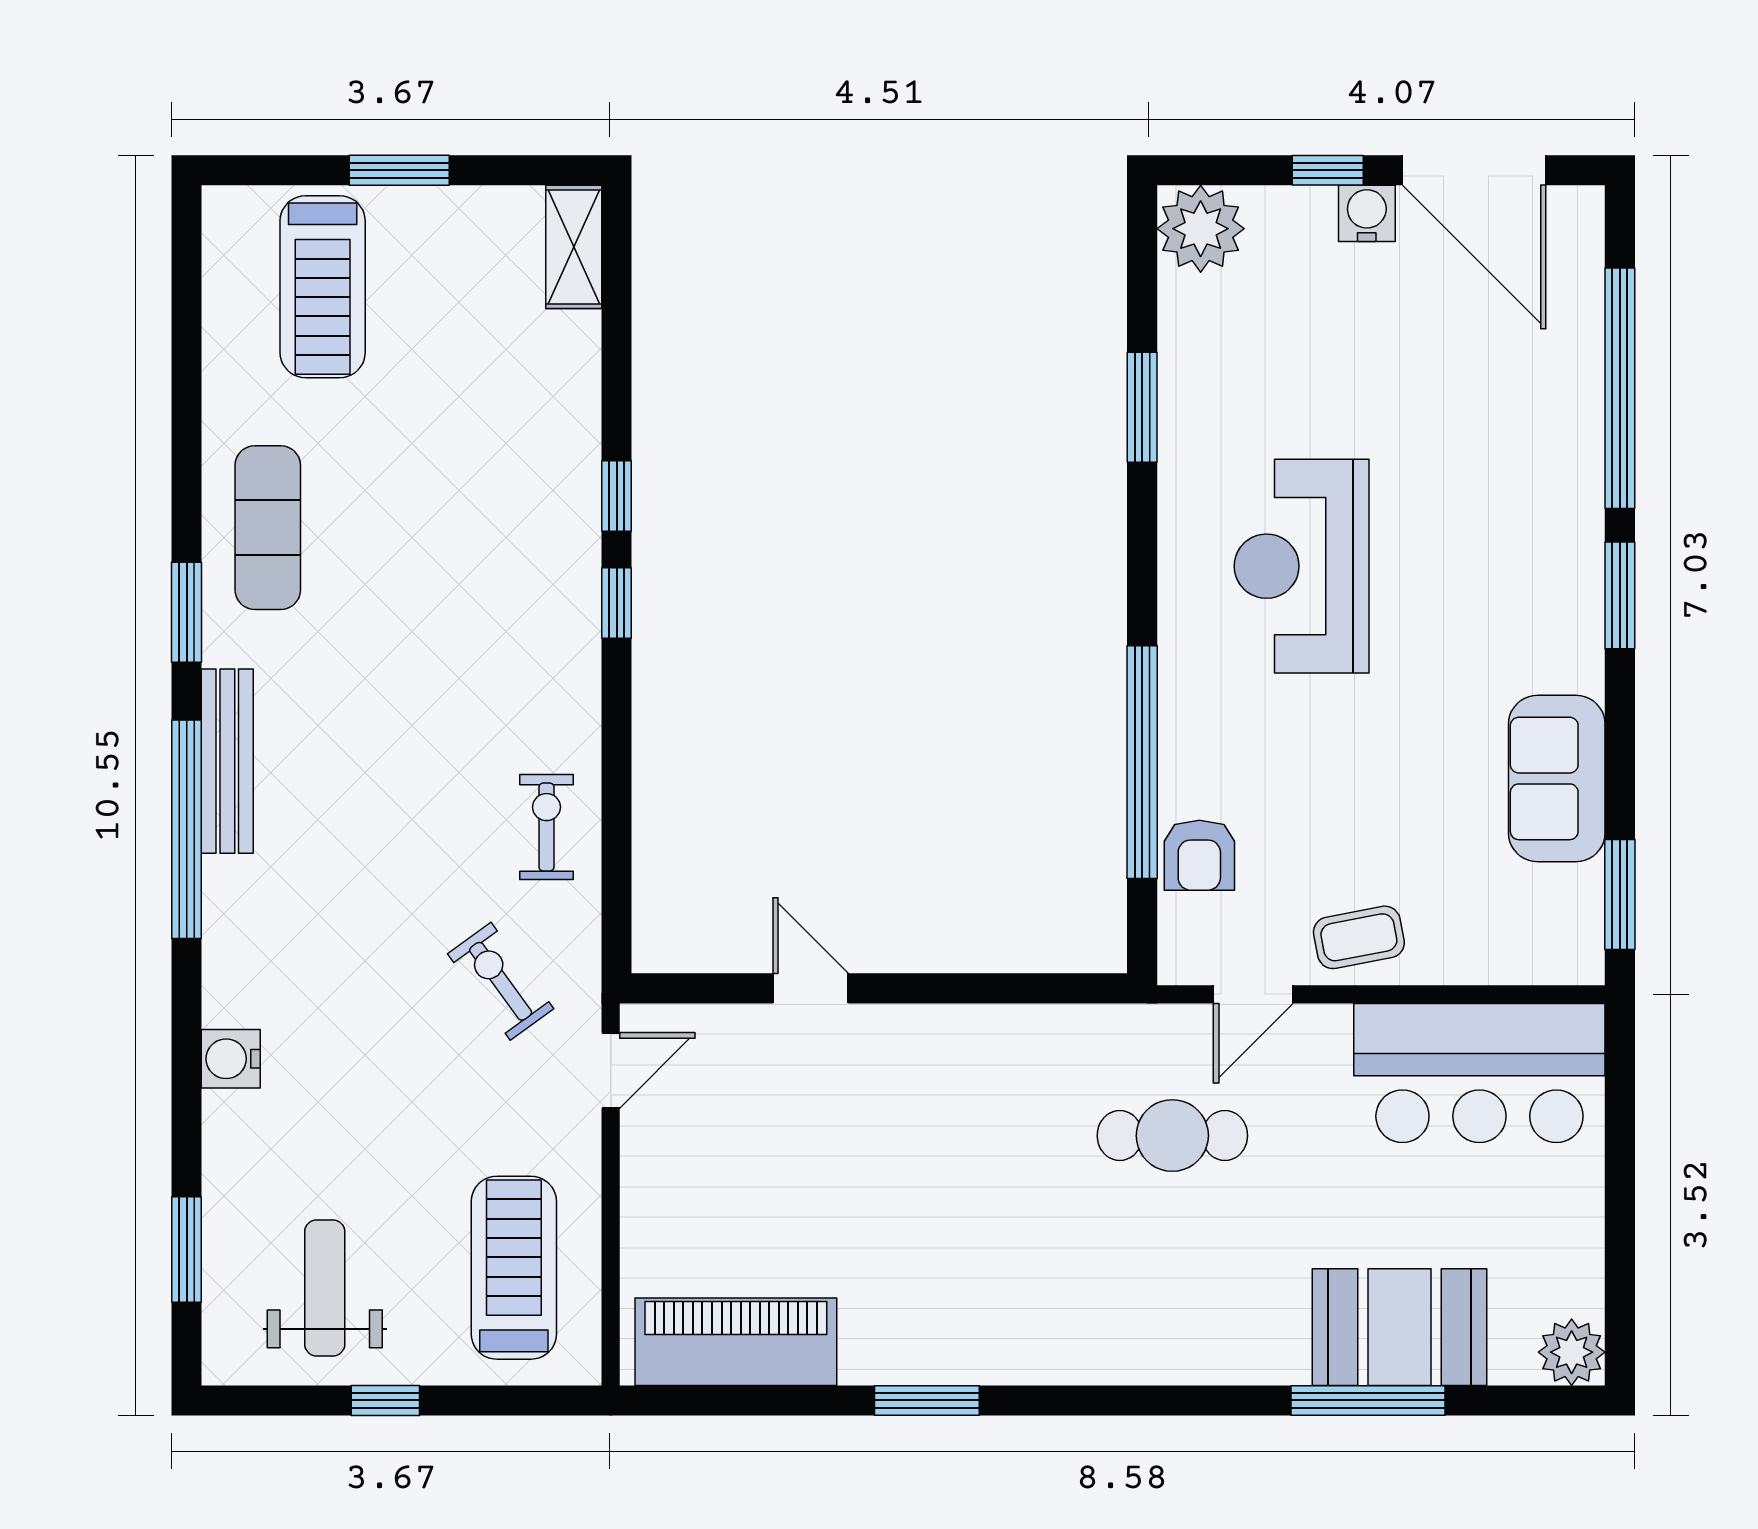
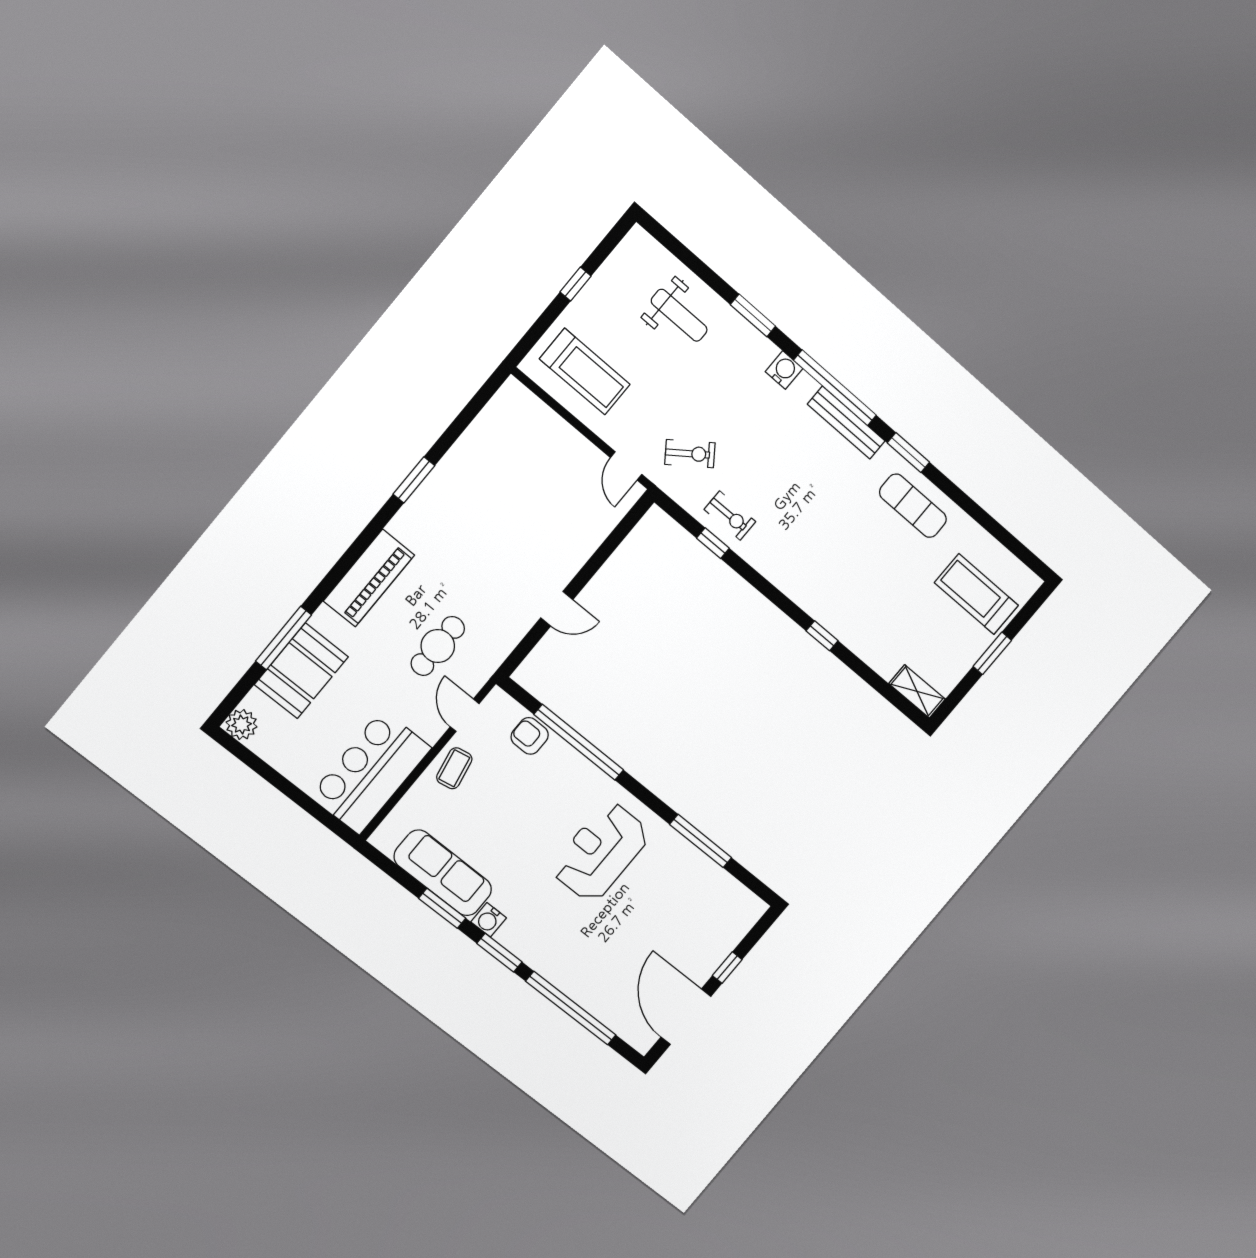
door: (1474, 170) -> (686, 1017), hinge flipped
water cooler: (1367, 213) -> (489, 920), moved, turned 90
plant: (1201, 229) -> (744, 909), removed
window: (1142, 407) -> (701, 841), width x1.44
reception desk: (1302, 566) -> (601, 852), turned -90
window: (617, 603) -> (713, 543), moved
sofa: (1557, 778) -> (443, 873), width x1.36
window: (1620, 894) -> (442, 908), moved
door: (811, 988) -> (557, 609), moved
water cooler: (231, 1059) -> (784, 370), moved
window: (187, 1250) -> (753, 315), moved
weight bench: (325, 1288) -> (679, 315), moved
piano: (736, 1342) -> (369, 578), moved

